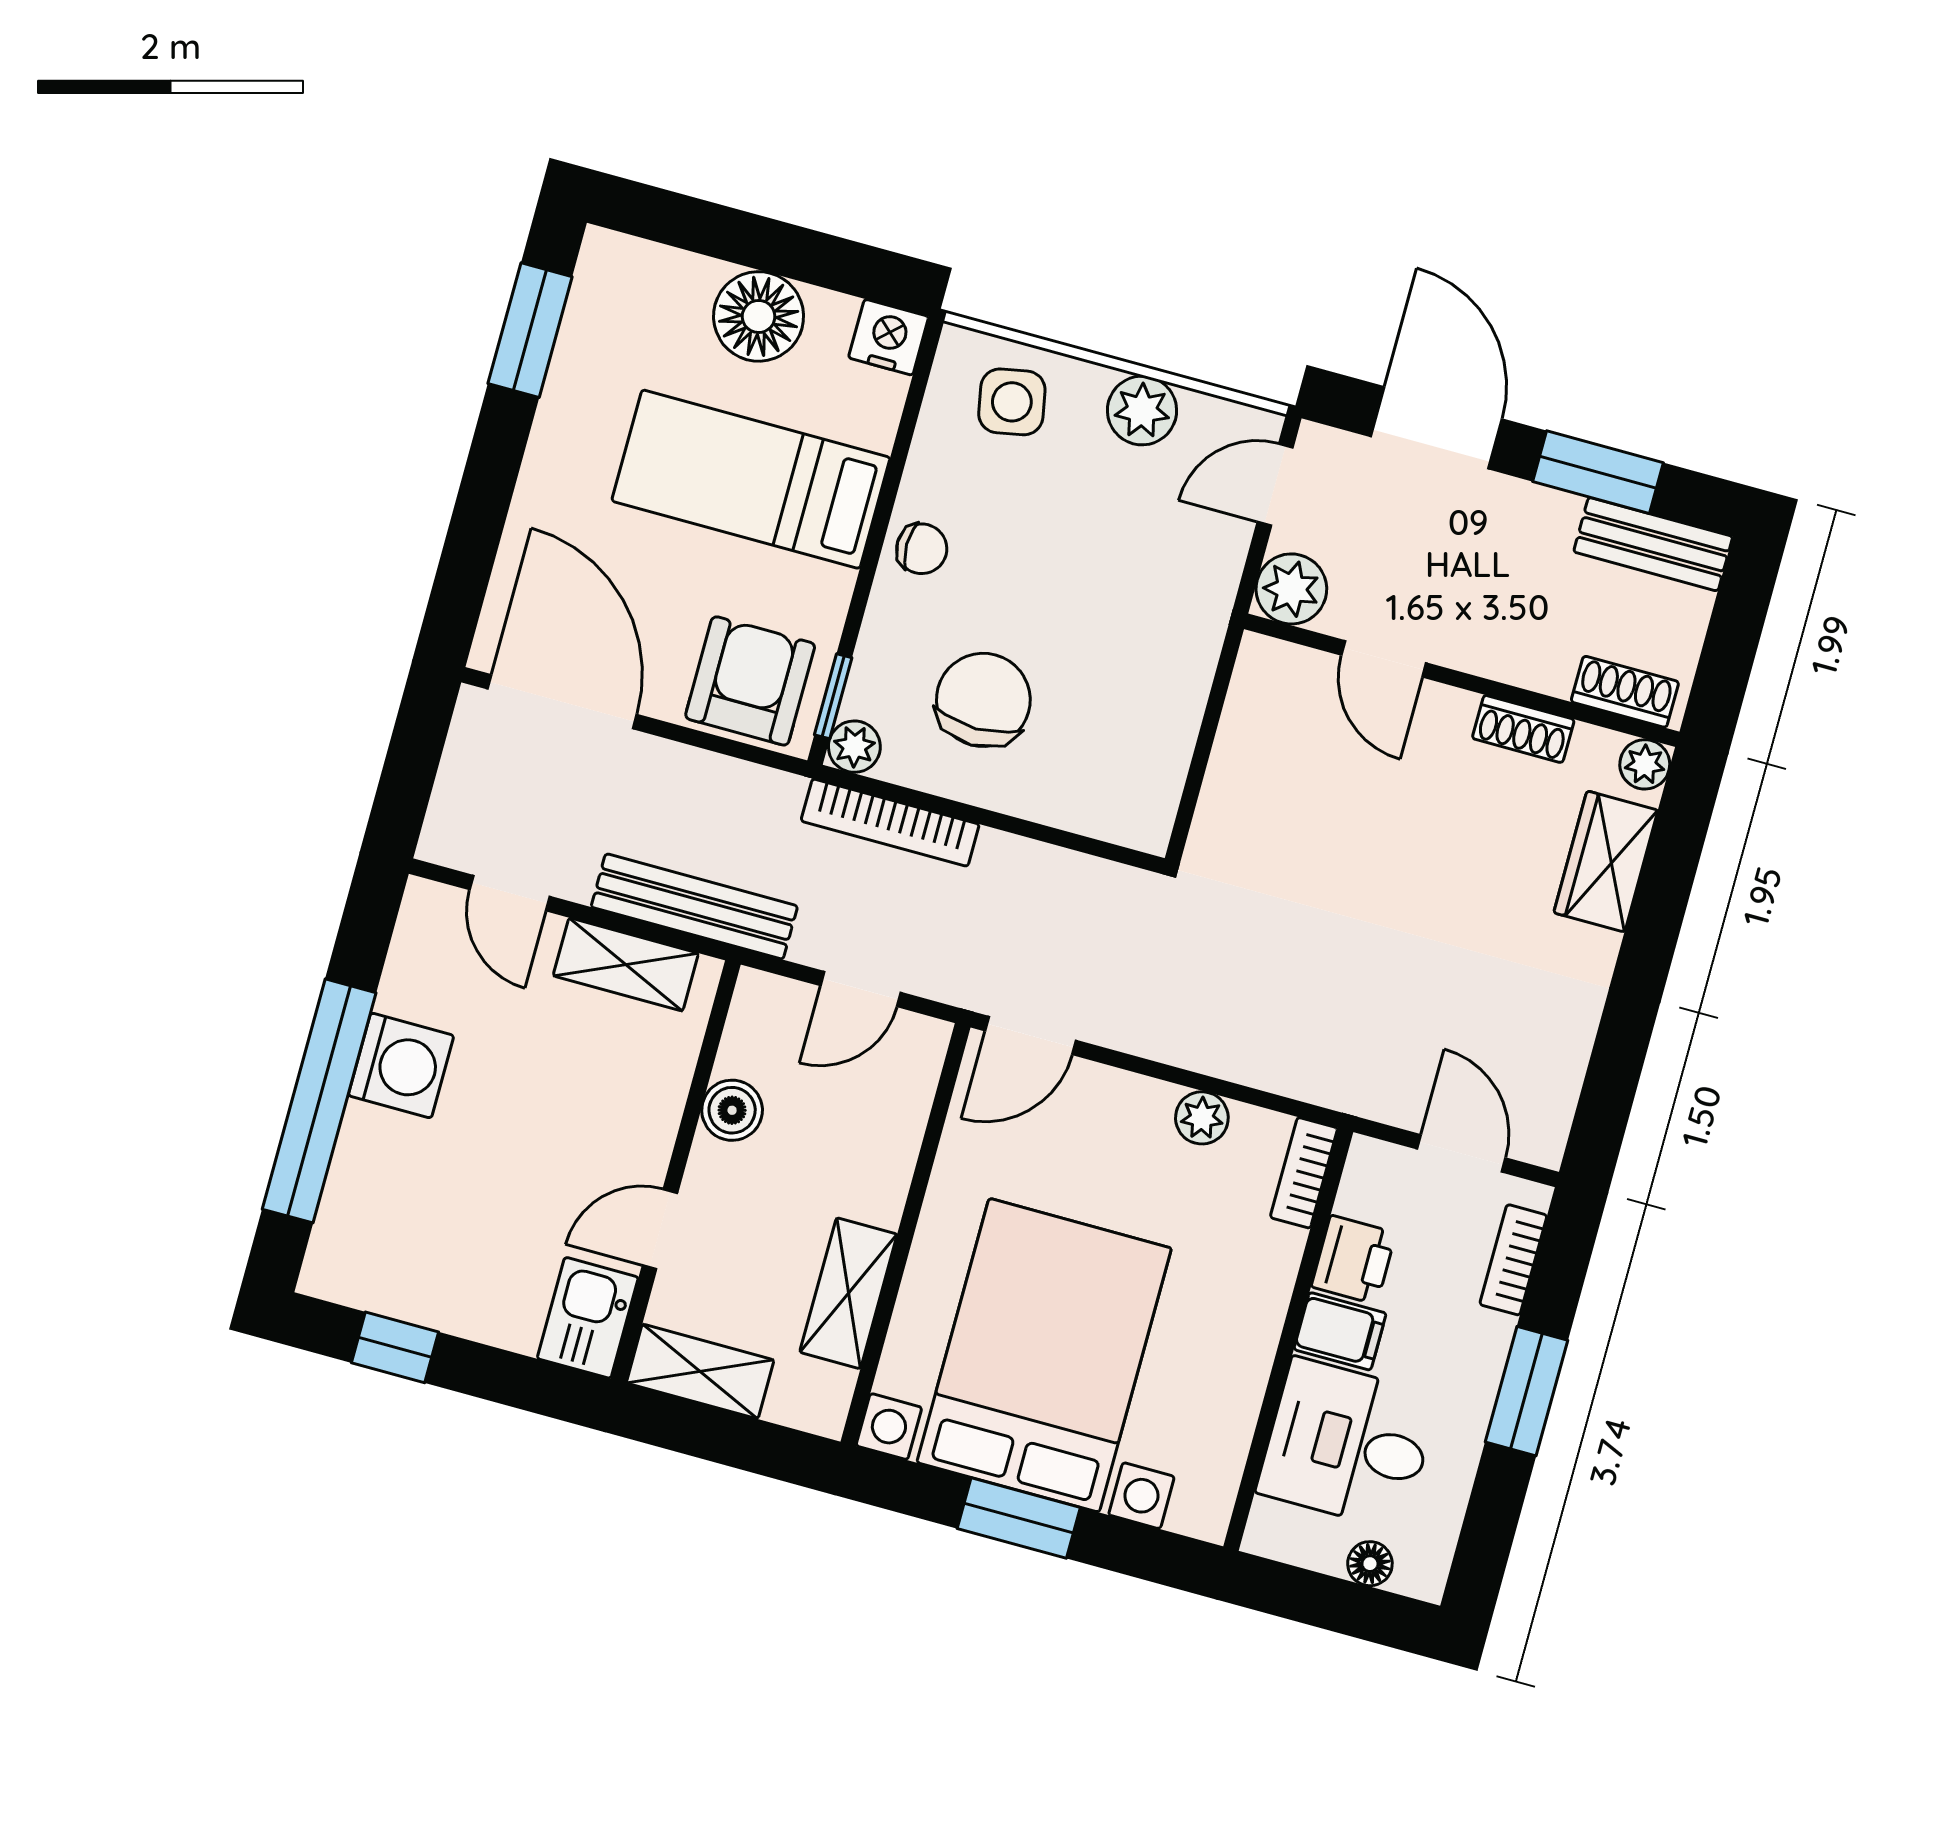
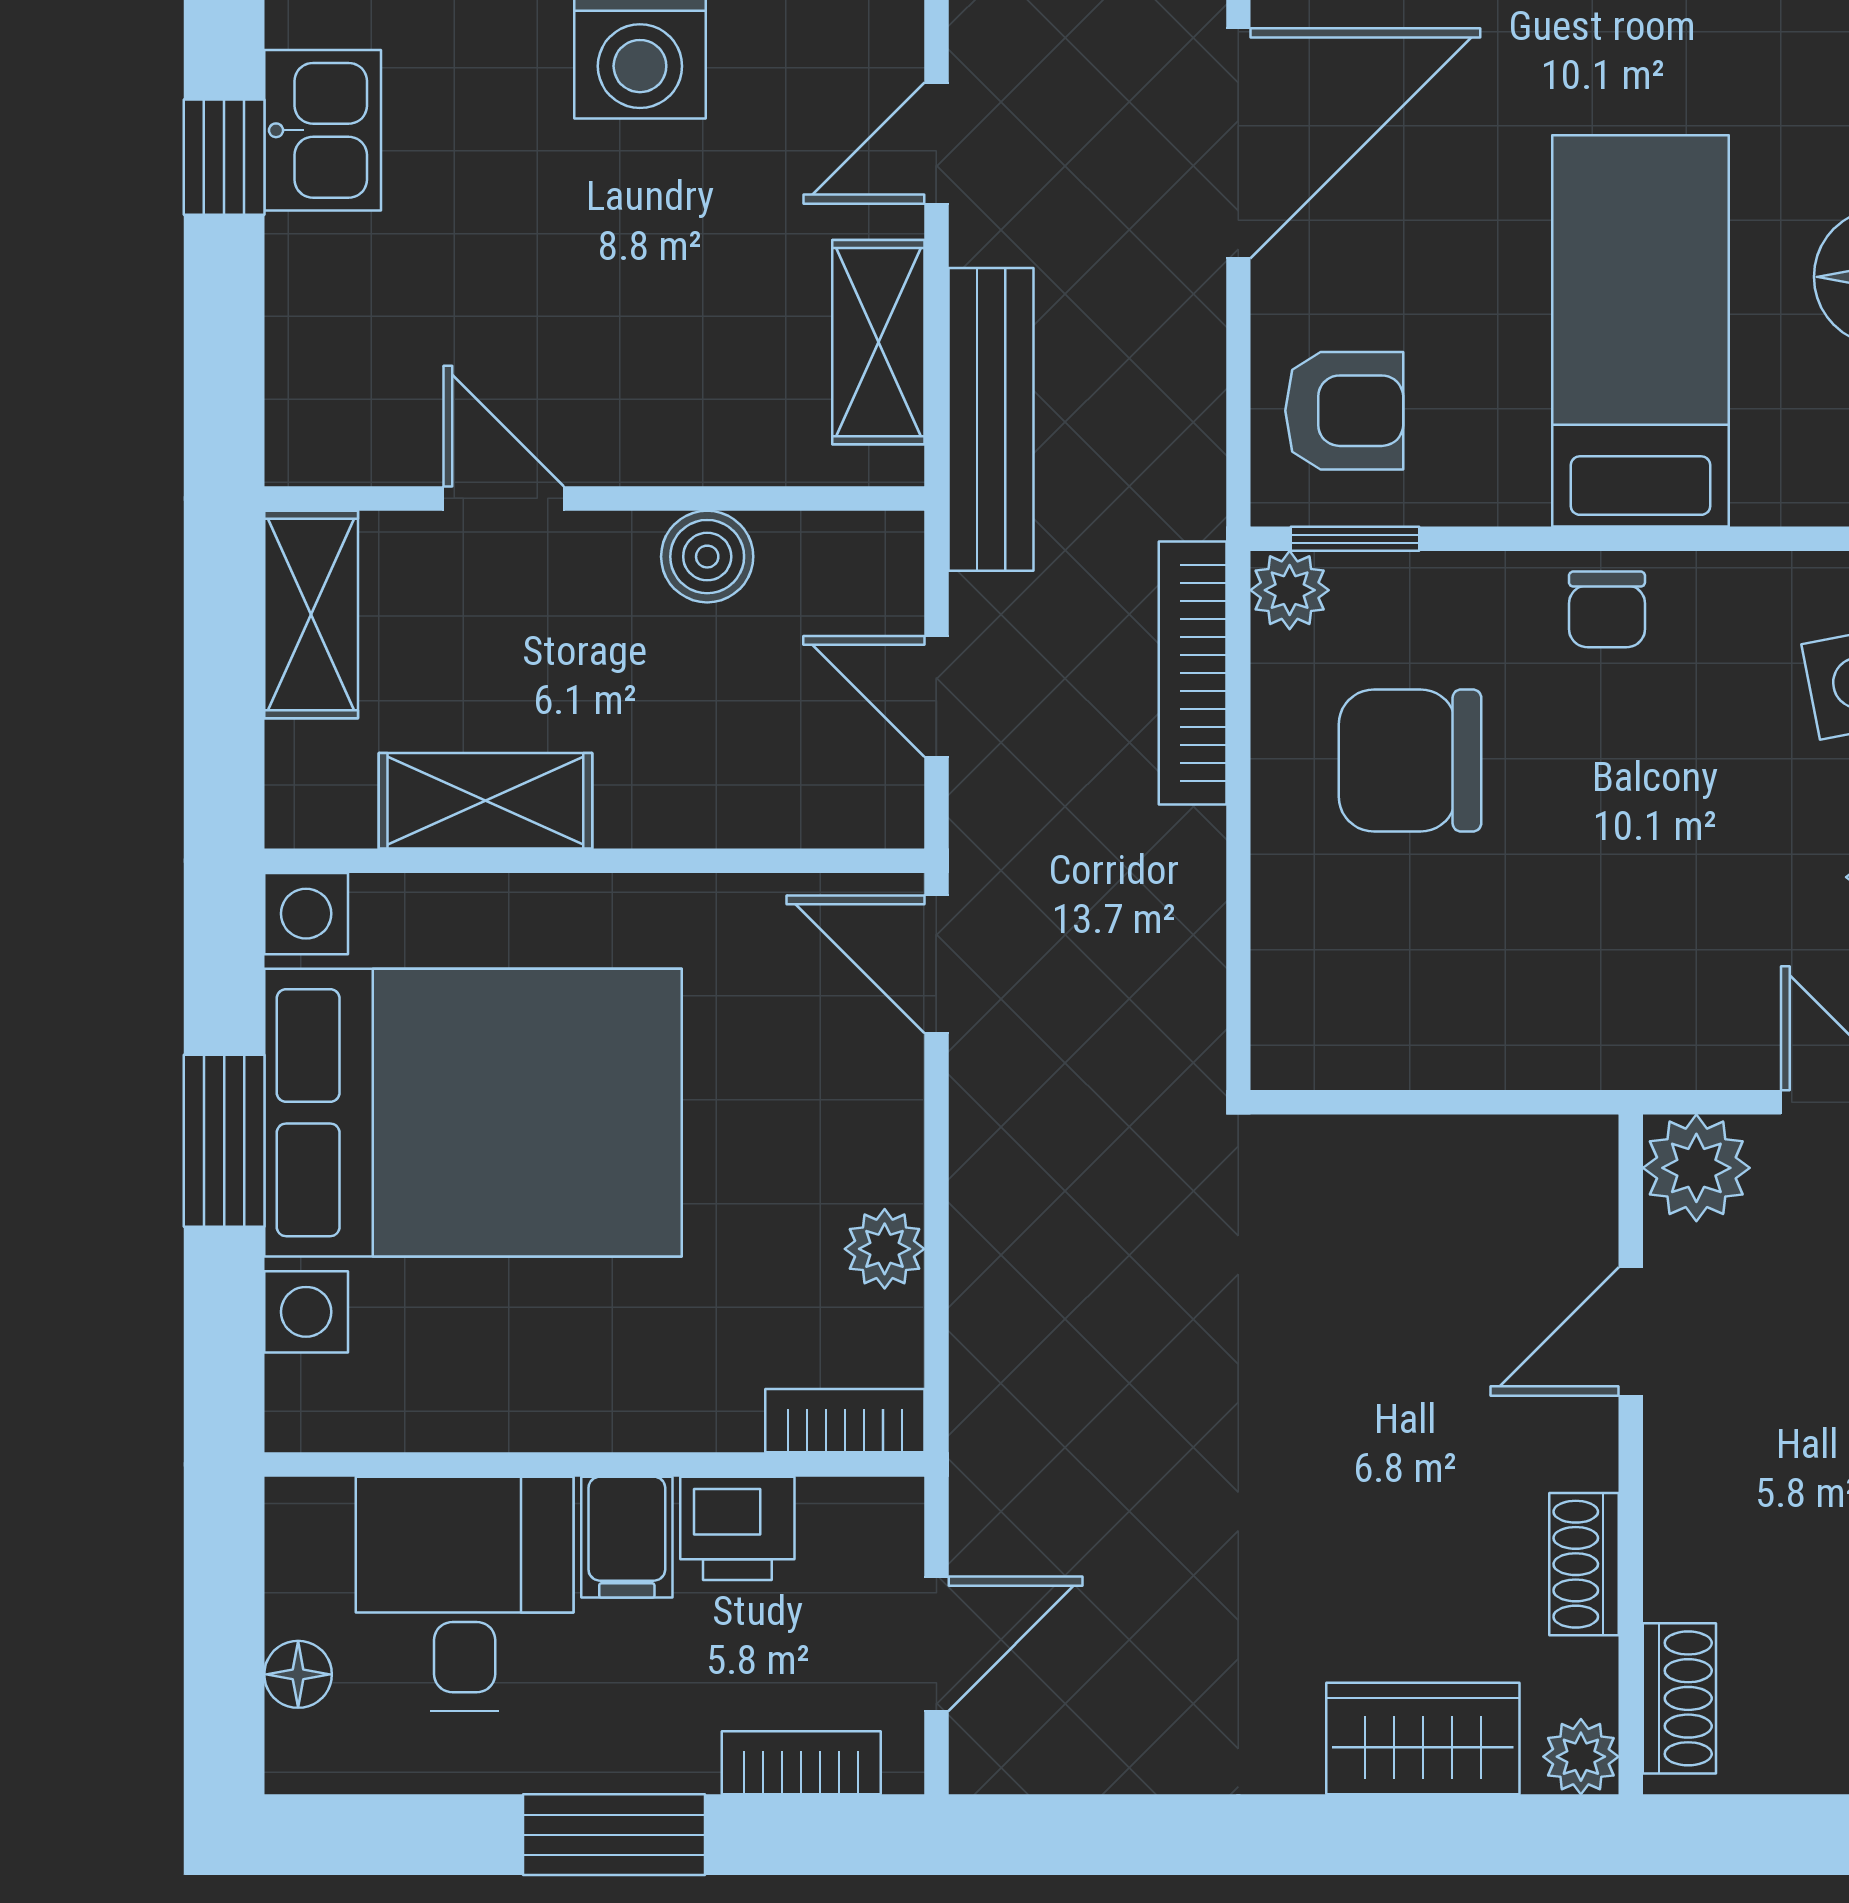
armchair: (750, 681) -> (1344, 411), width x0.72, depth x0.72
chair: (983, 700) -> (1410, 760), turned 180
kitchen sink: (588, 1318) -> (323, 130), moved, turned 90

